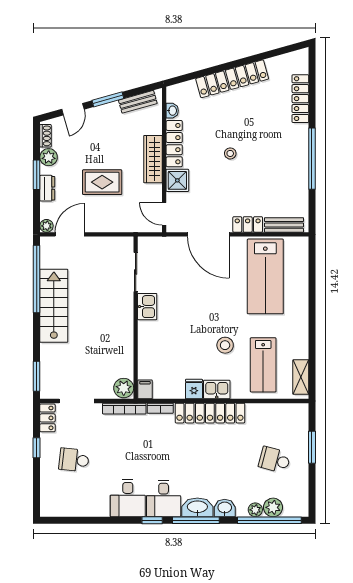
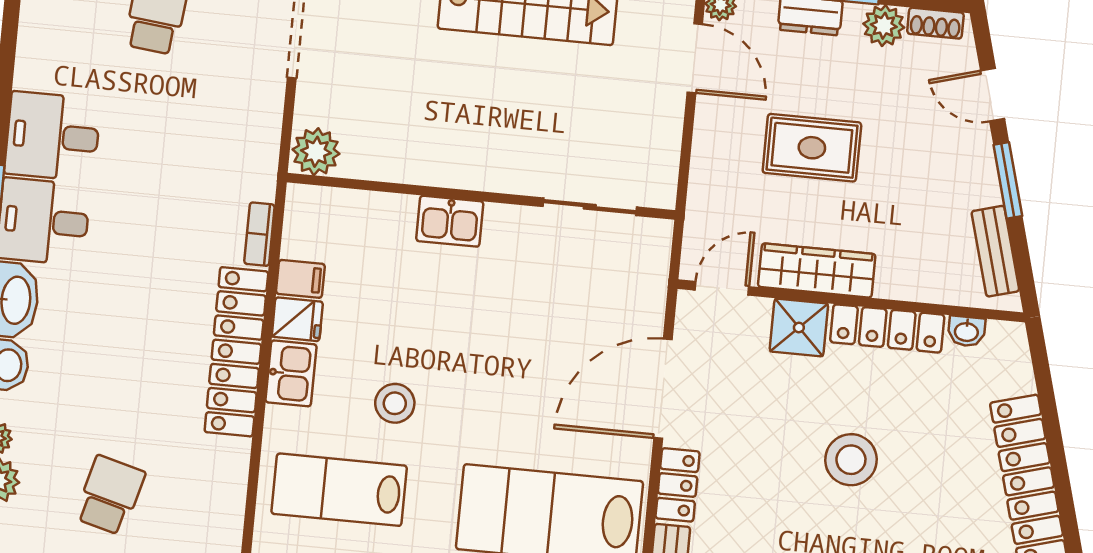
stool: (230, 153) -> (851, 460), width x1.89, depth x1.89
wardrobe: (153, 159) -> (817, 270), moved
rug: (102, 182) -> (812, 148), turned 90
kitchen sink: (147, 307) -> (450, 221), moved
filing cabinet: (145, 389) -> (300, 279), moved
bookcase: (124, 409) -> (267, 148), removed

